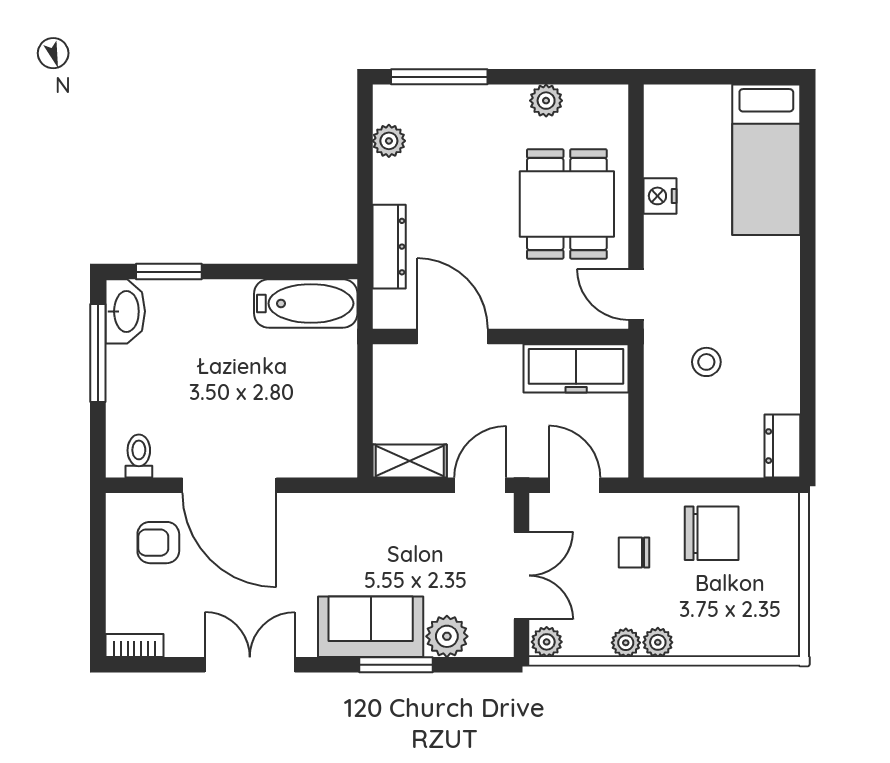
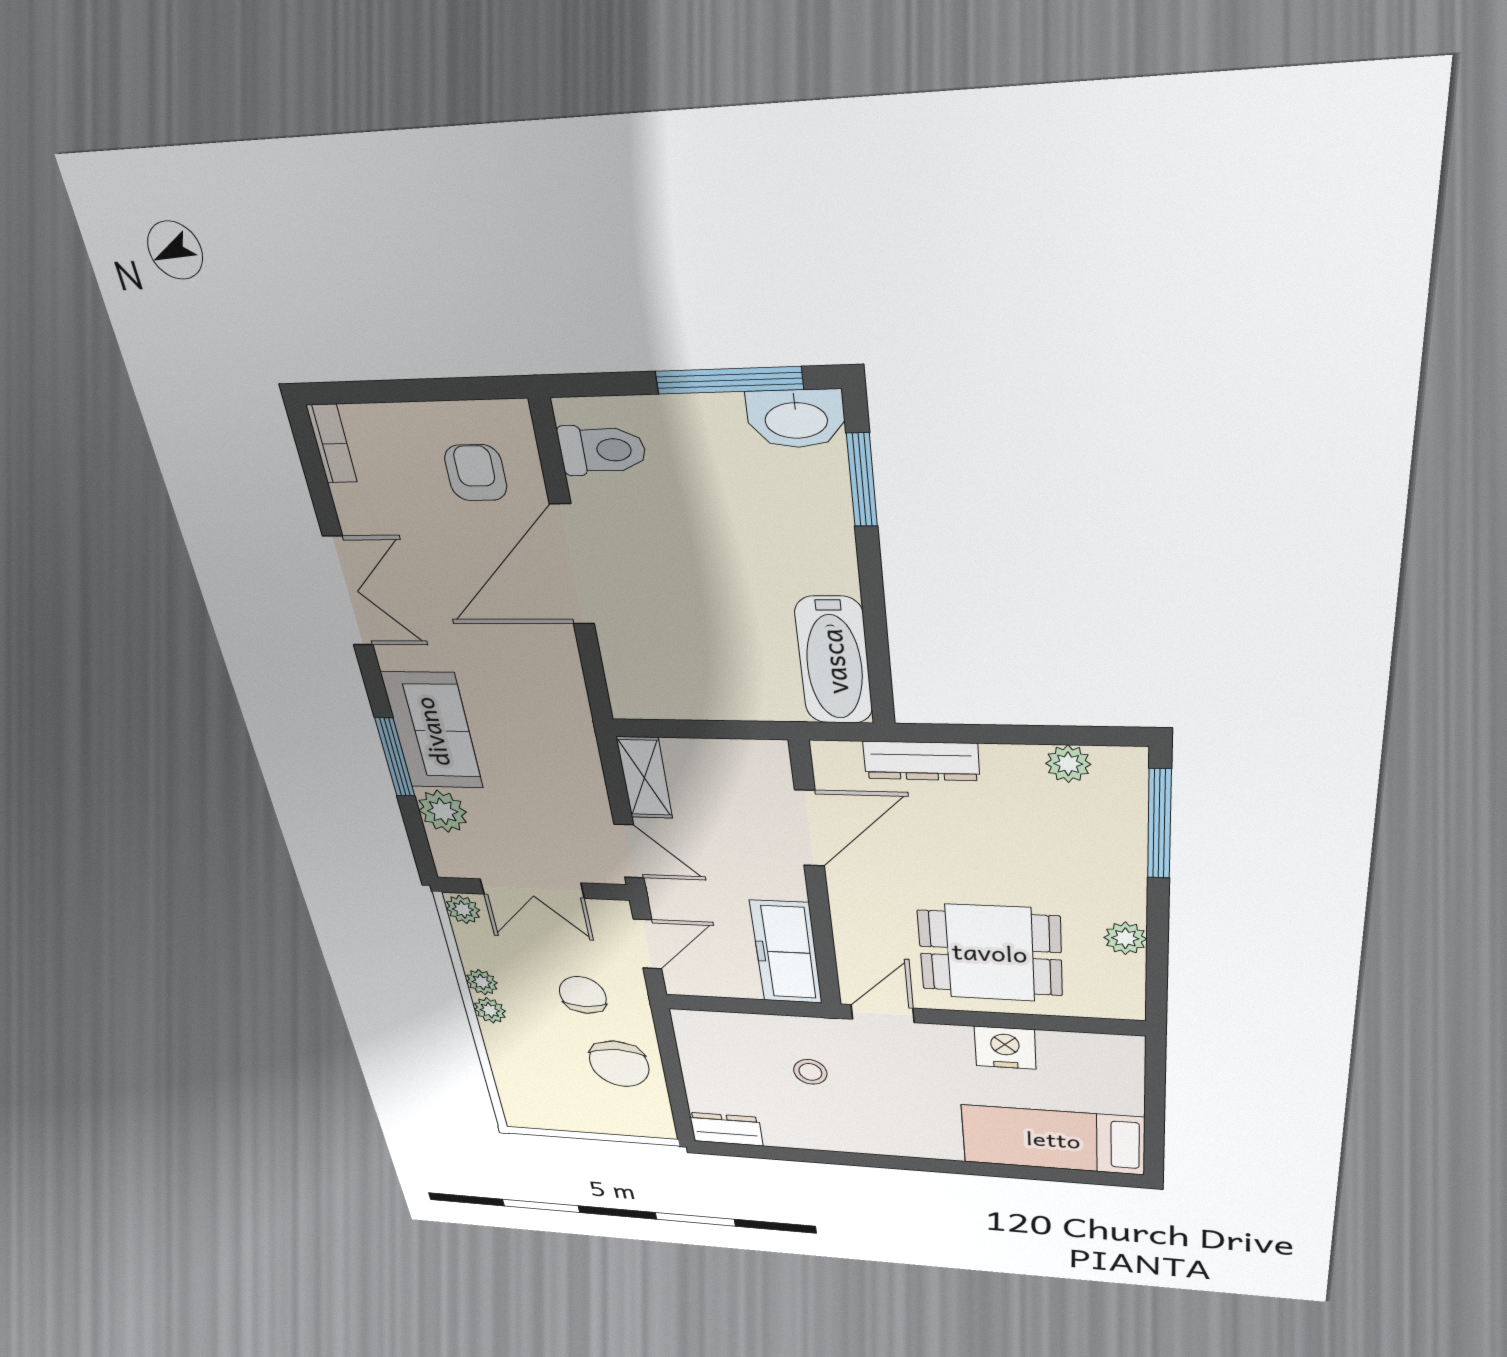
nightstand: (660, 196) -> (1005, 1048), width x1.36, depth x1.33
toilet: (139, 456) -> (602, 450), width x1.37, depth x1.39
chair: (634, 552) -> (583, 995), width x1.37, depth x1.37

